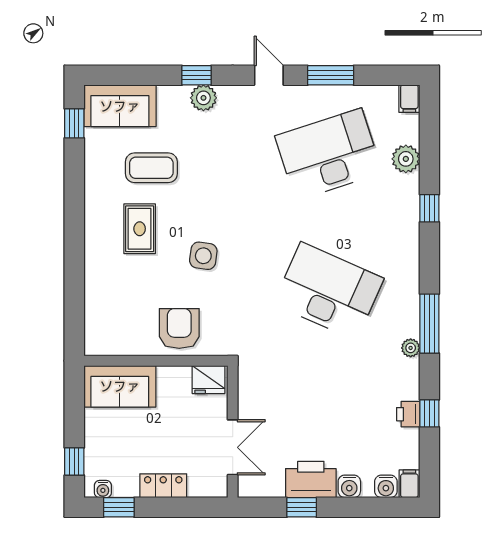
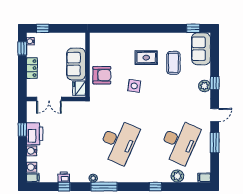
desk: (329, 154) -> (179, 142), turned 42
sofa: (120, 386) -> (76, 64), moved

